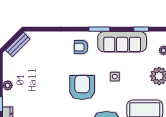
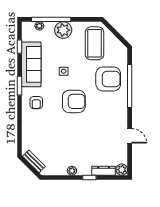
armchair: (82, 88) -> (74, 101), turned 180

